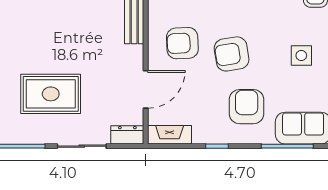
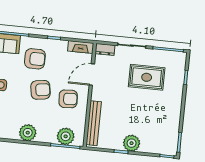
armchair: (247, 107) -> (35, 59), turned -90

